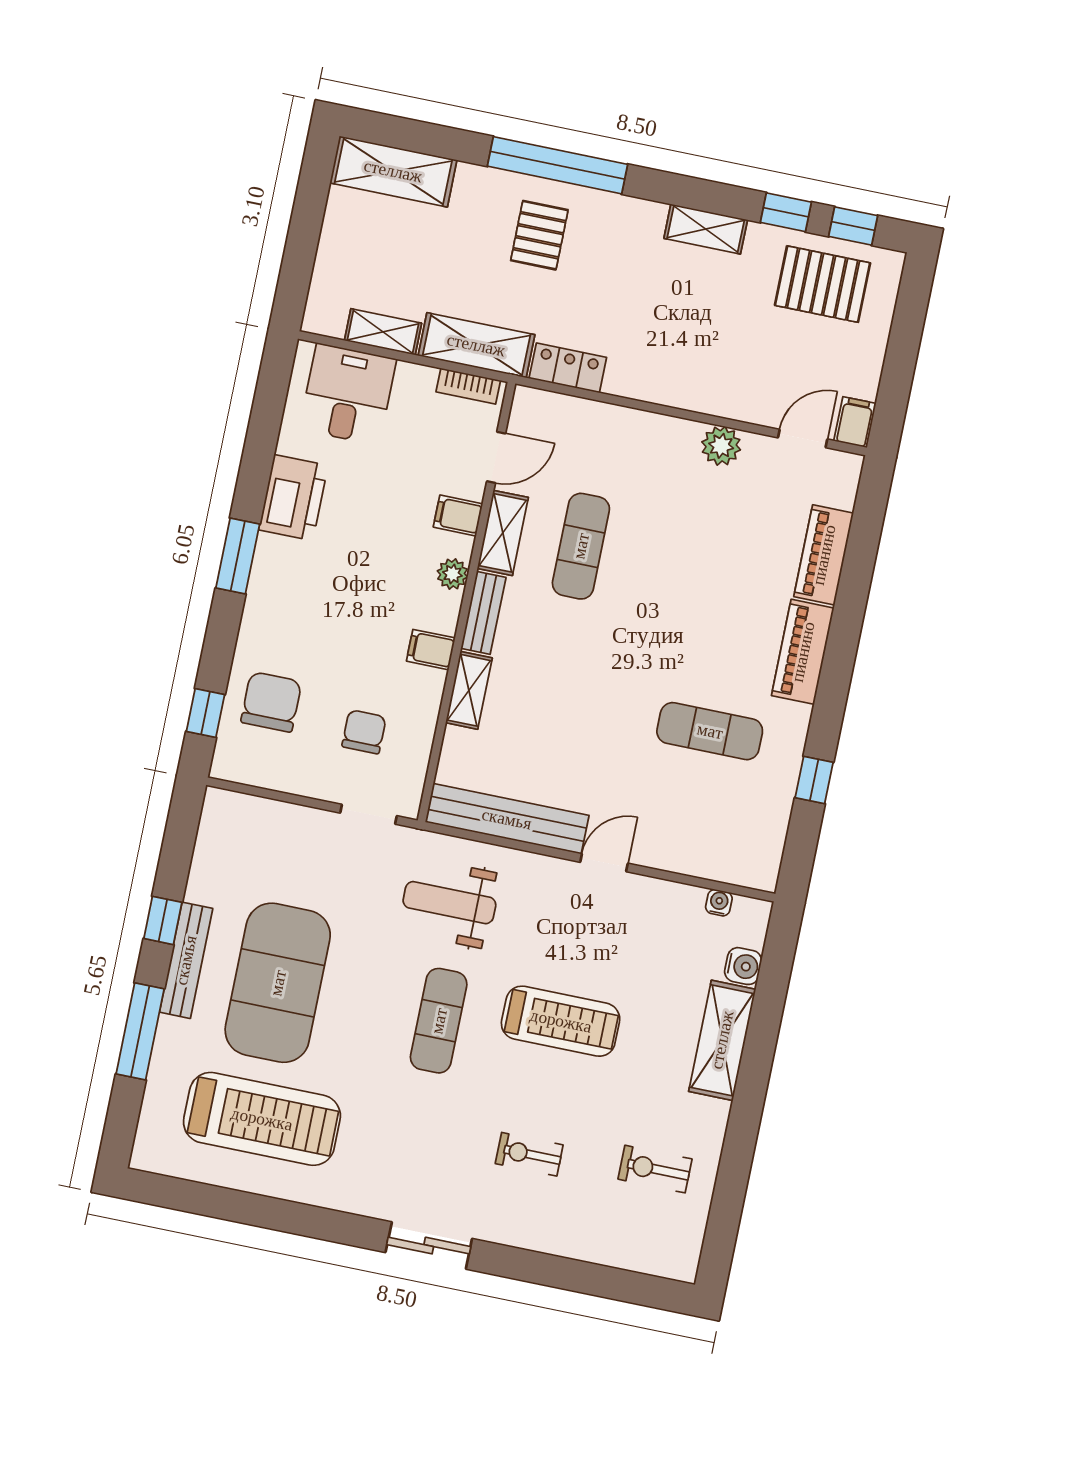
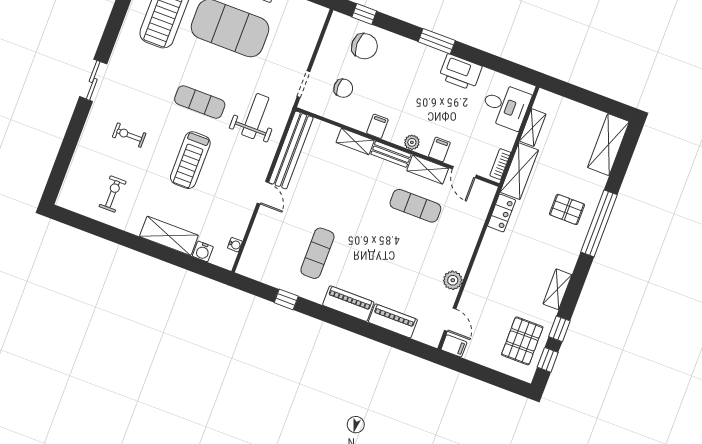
exercise bike: (529, 1154) -> (129, 135), turned -90

